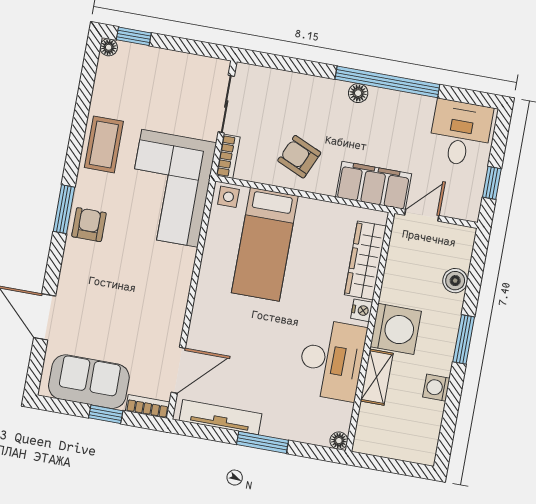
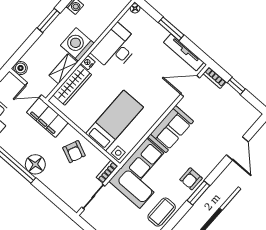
floor lamp: (358, 93) -> (35, 164), width x1.89, depth x1.89
boiler: (455, 281) -> (21, 68), moved
shelving: (377, 377) -> (63, 69), moved
sofa: (89, 382) -> (171, 129), moved, turned -90

